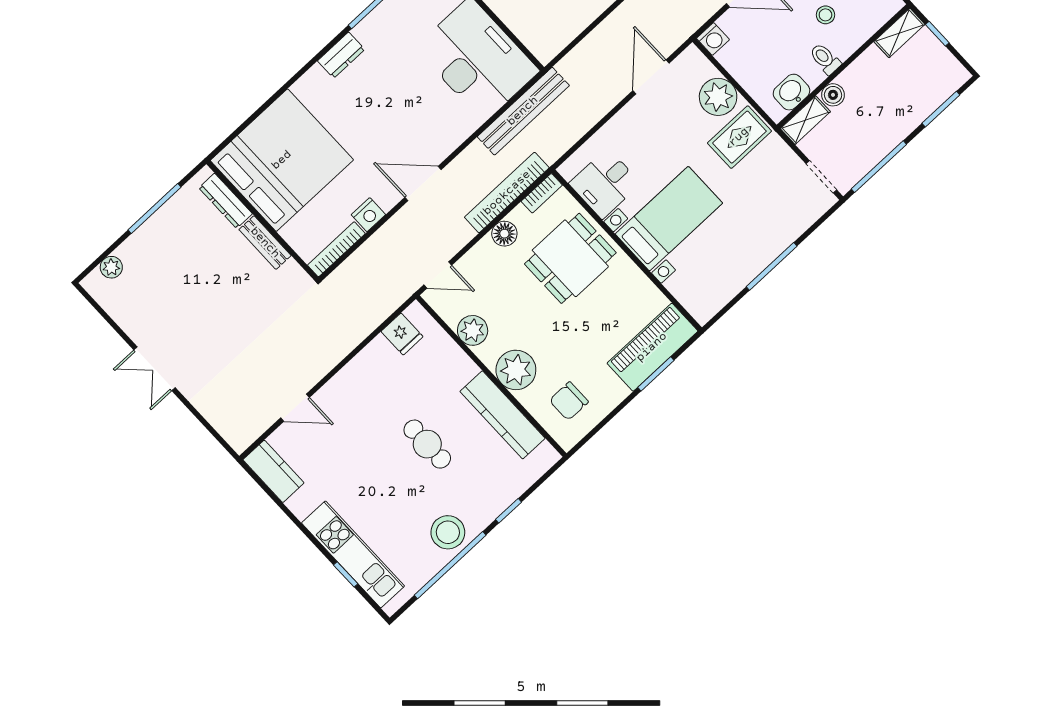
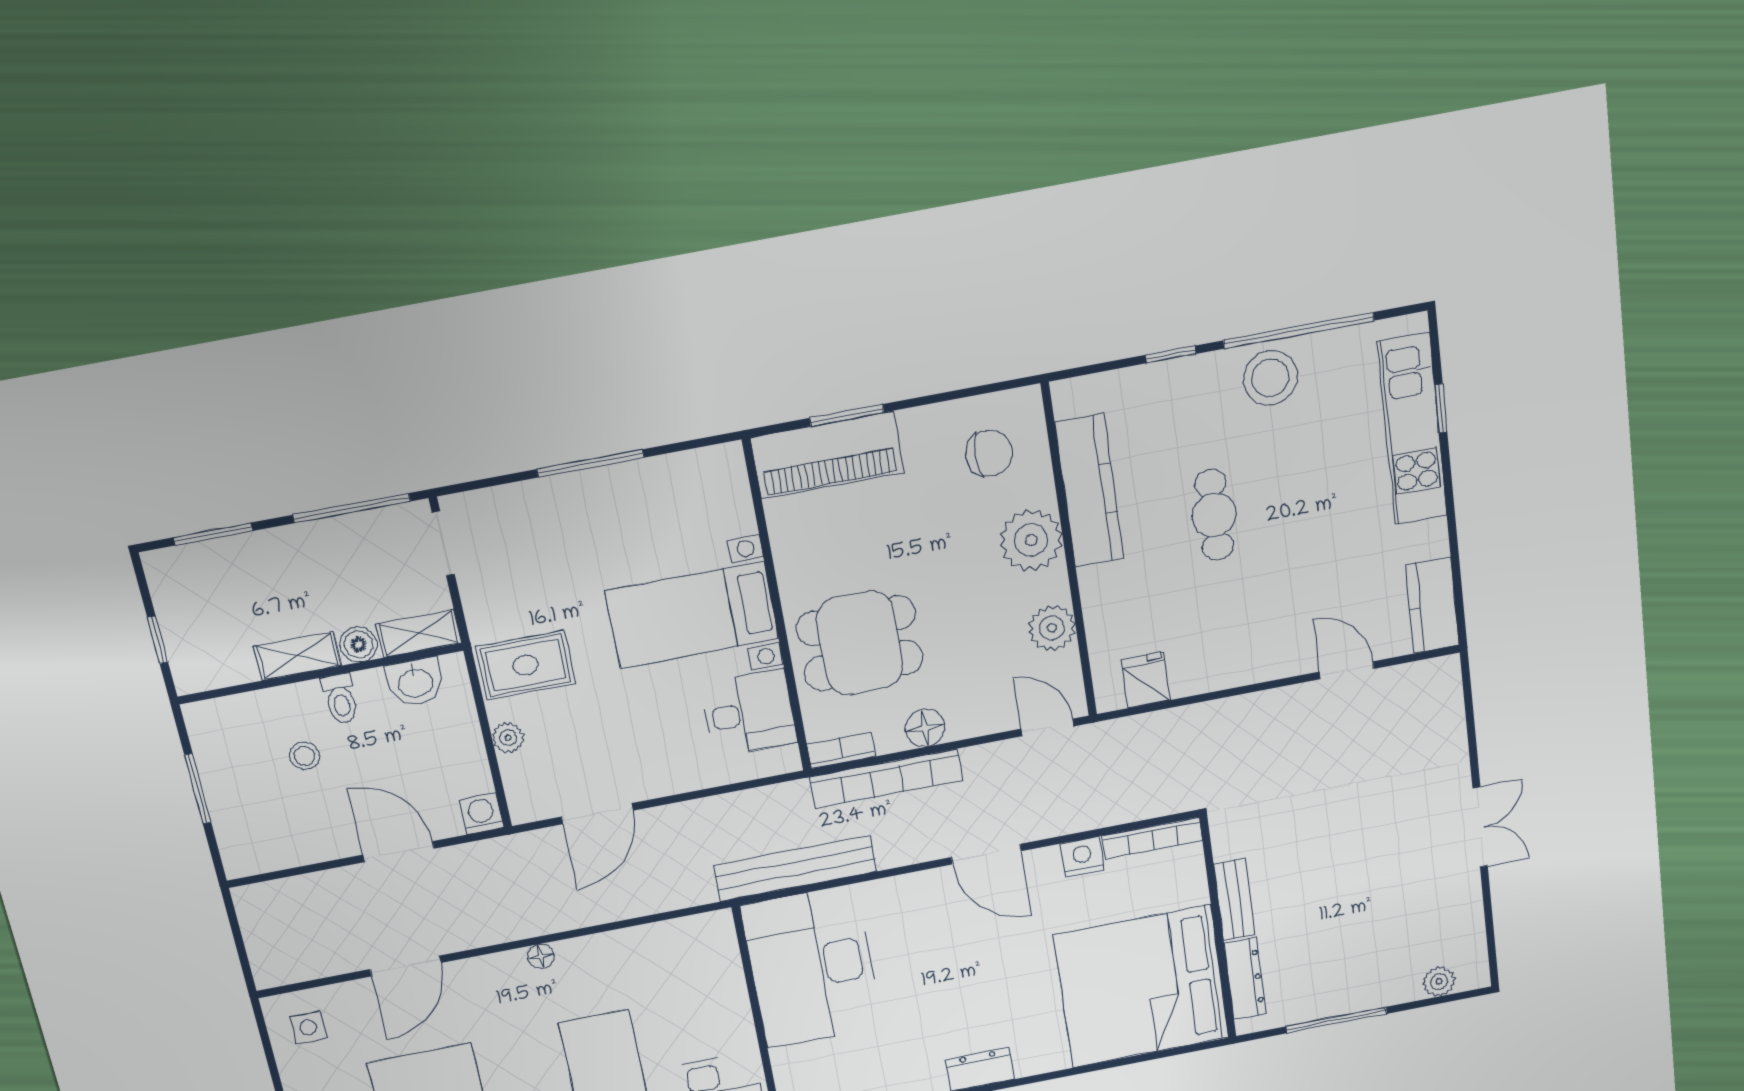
shelving: (899, 33) -> (298, 656), moved
plant: (718, 97) -> (508, 738), width x0.53, depth x0.53

